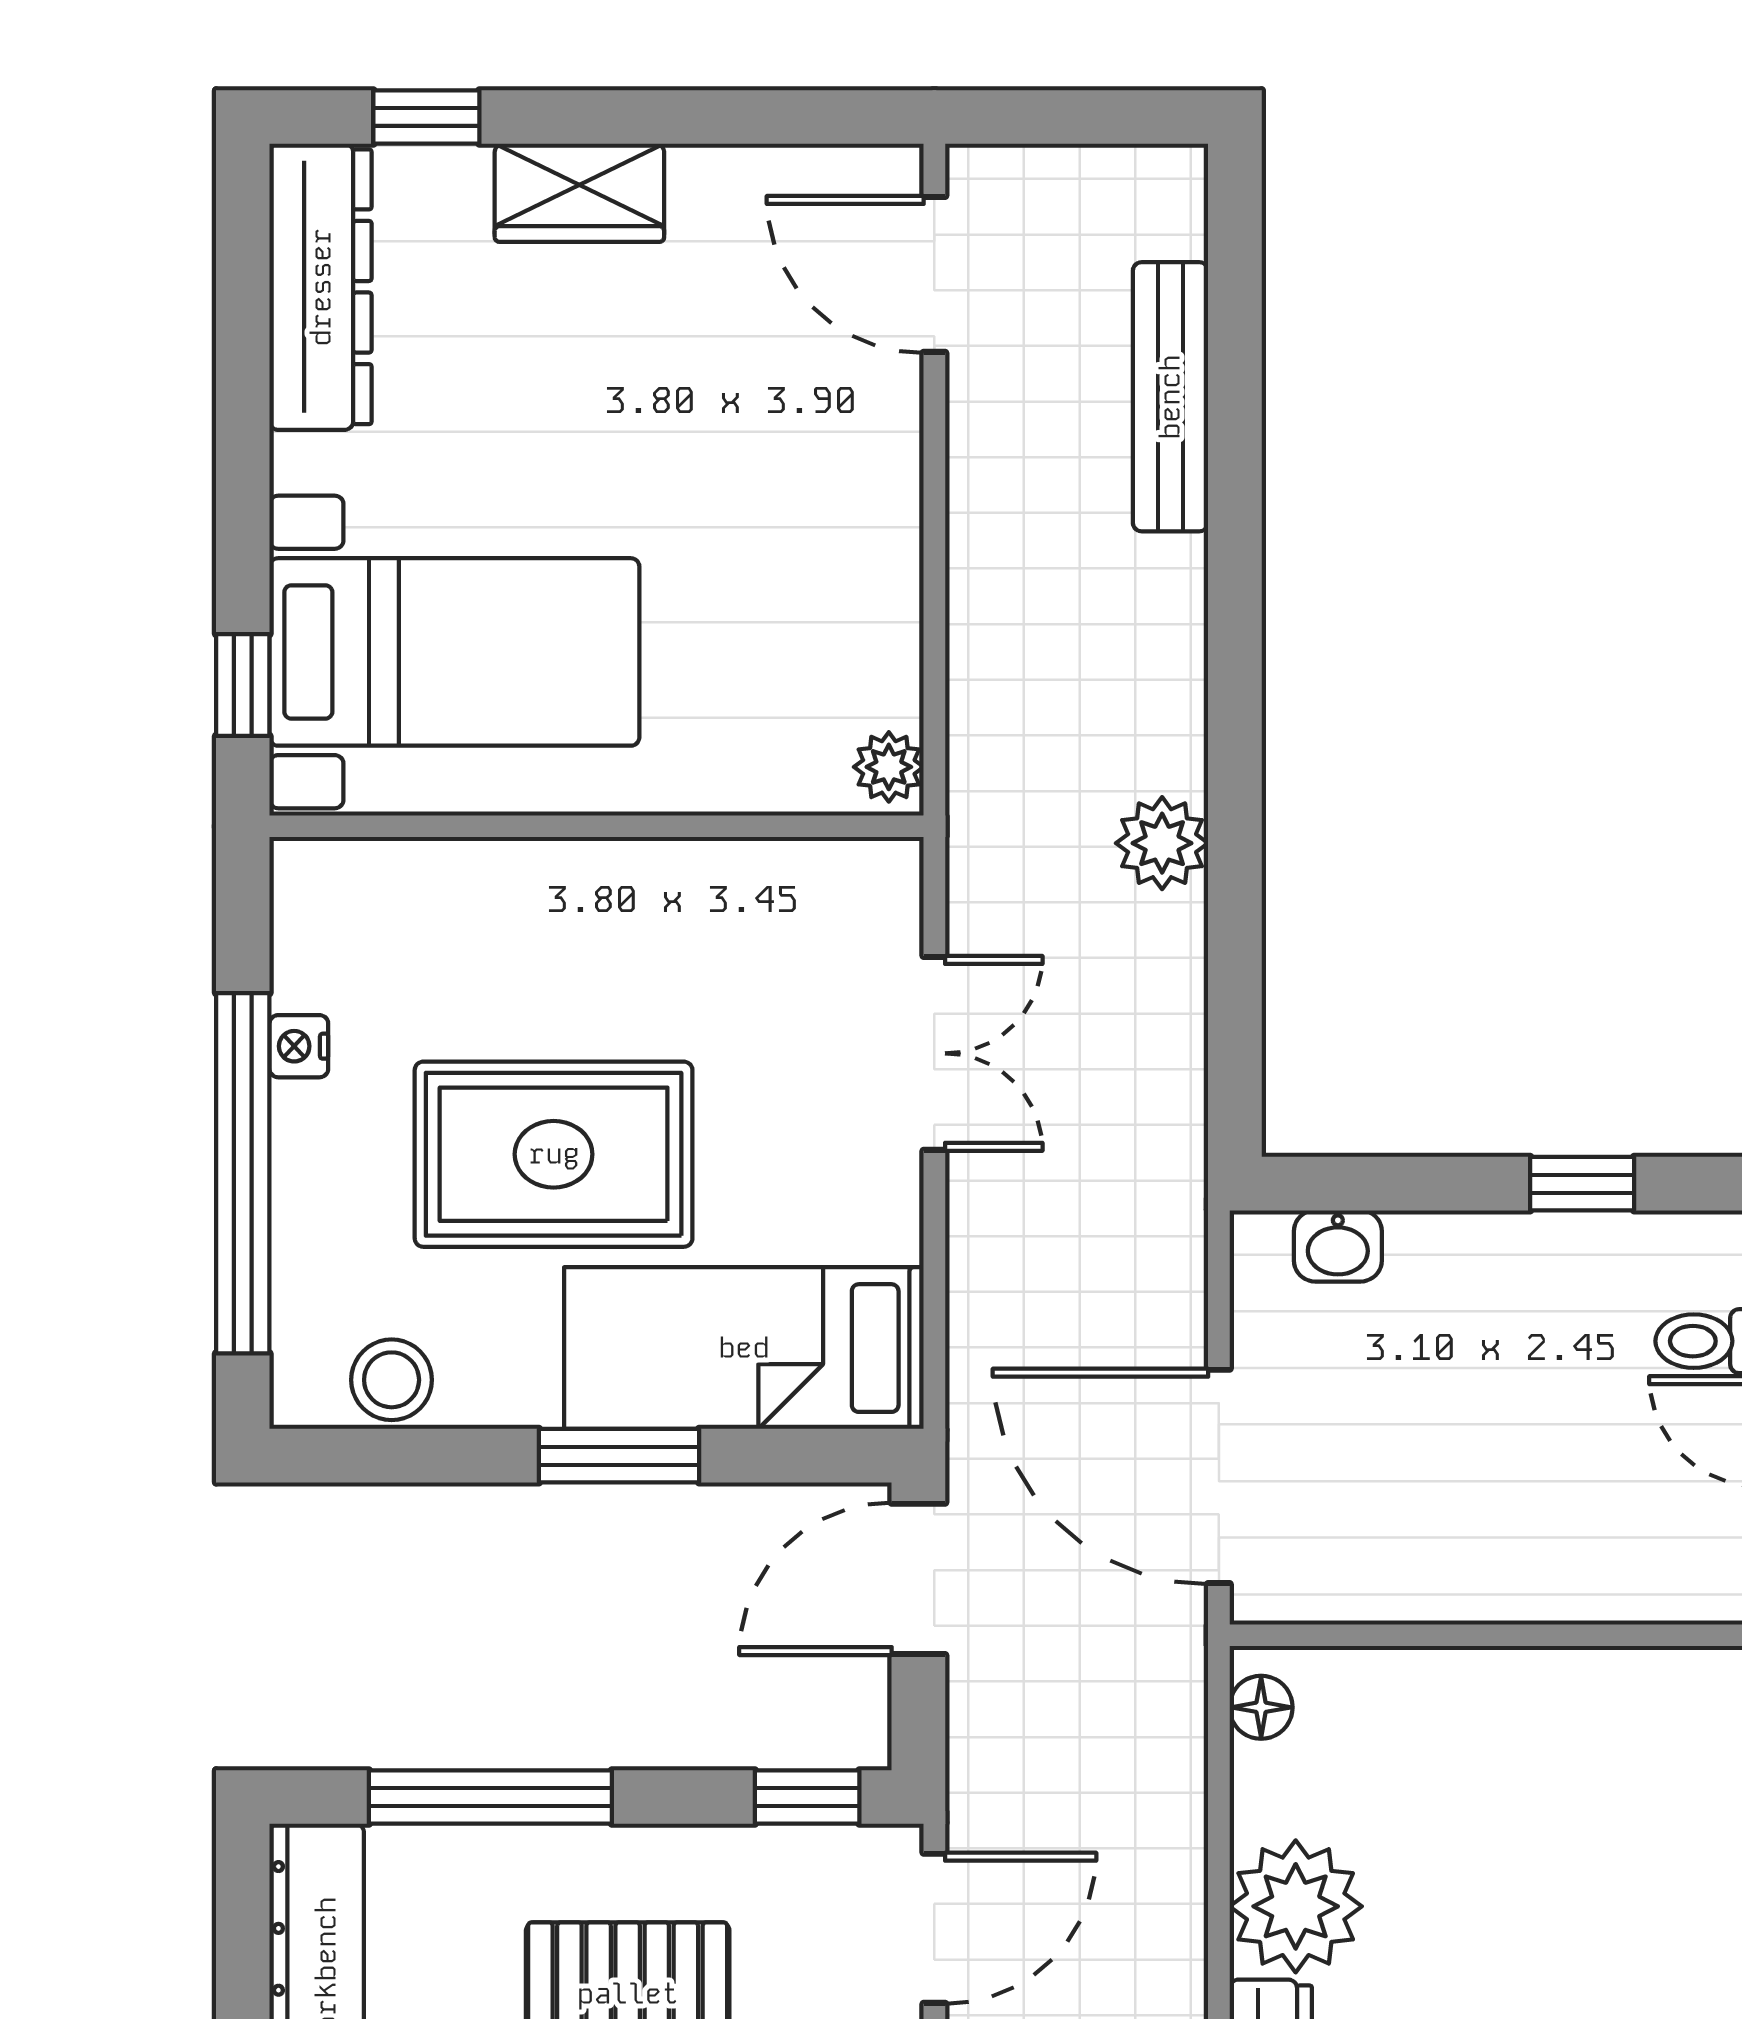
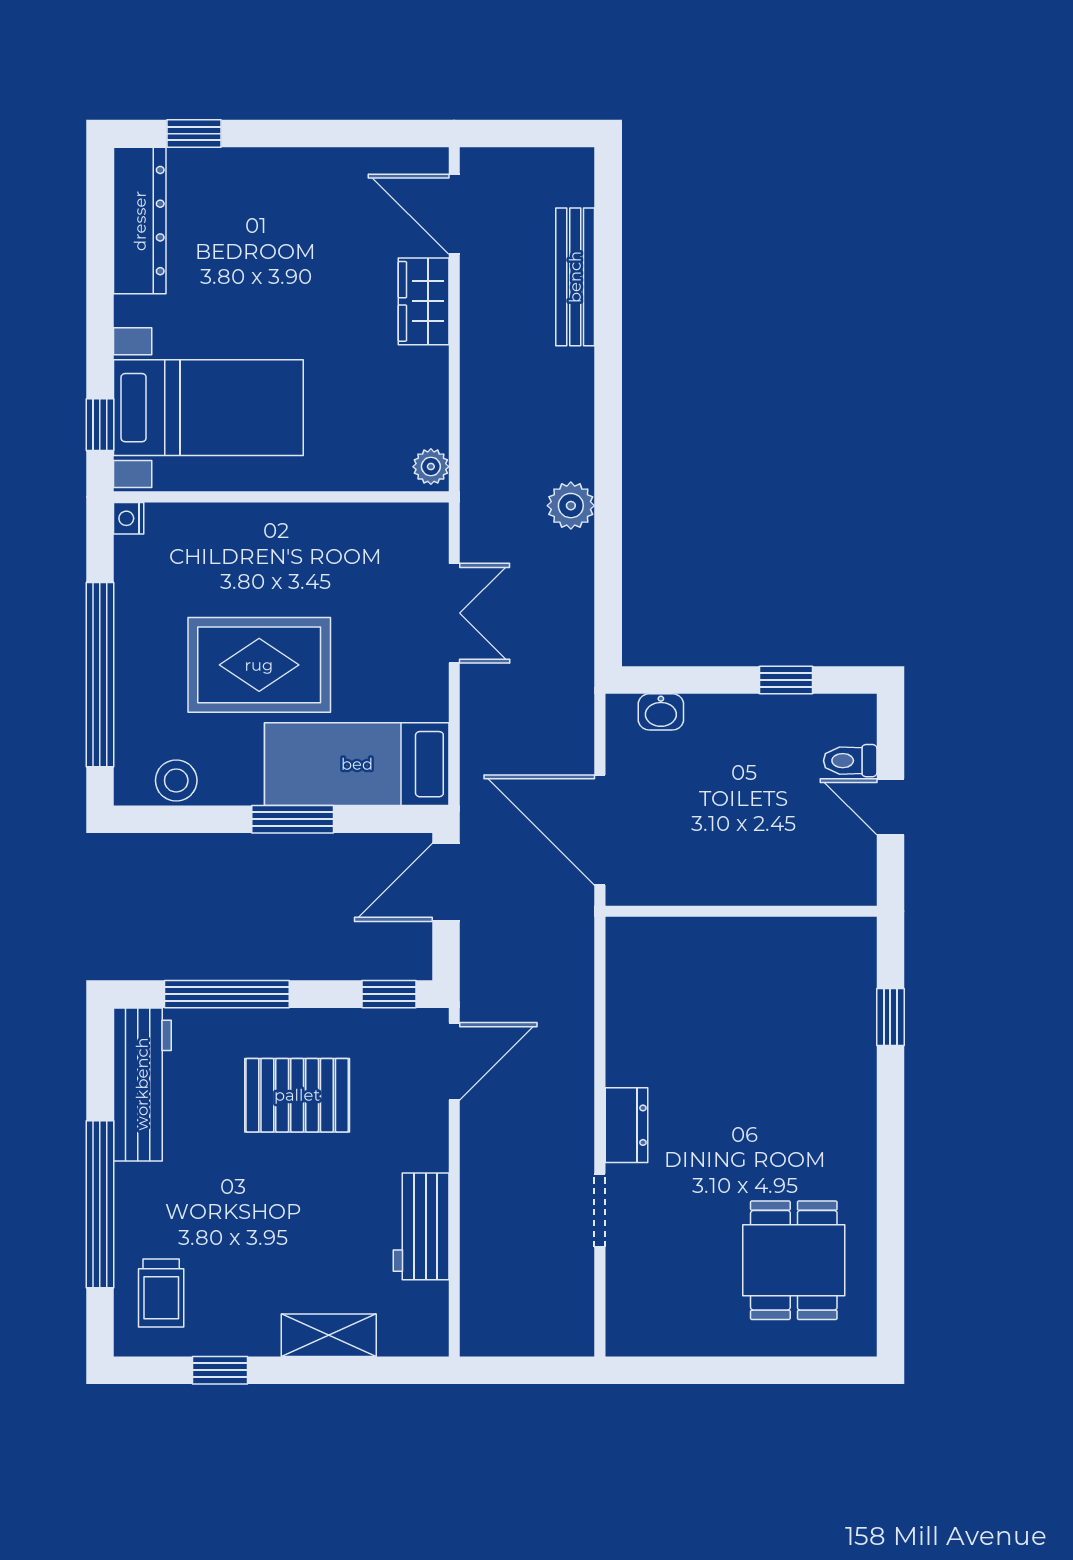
wardrobe: (579, 193) -> (424, 301), moved, turned 90
nightstand: (299, 1046) -> (129, 518), moved
floor lamp: (1261, 1707) -> (622, 948), removed
plant: (1296, 1906) -> (639, 1050), removed

